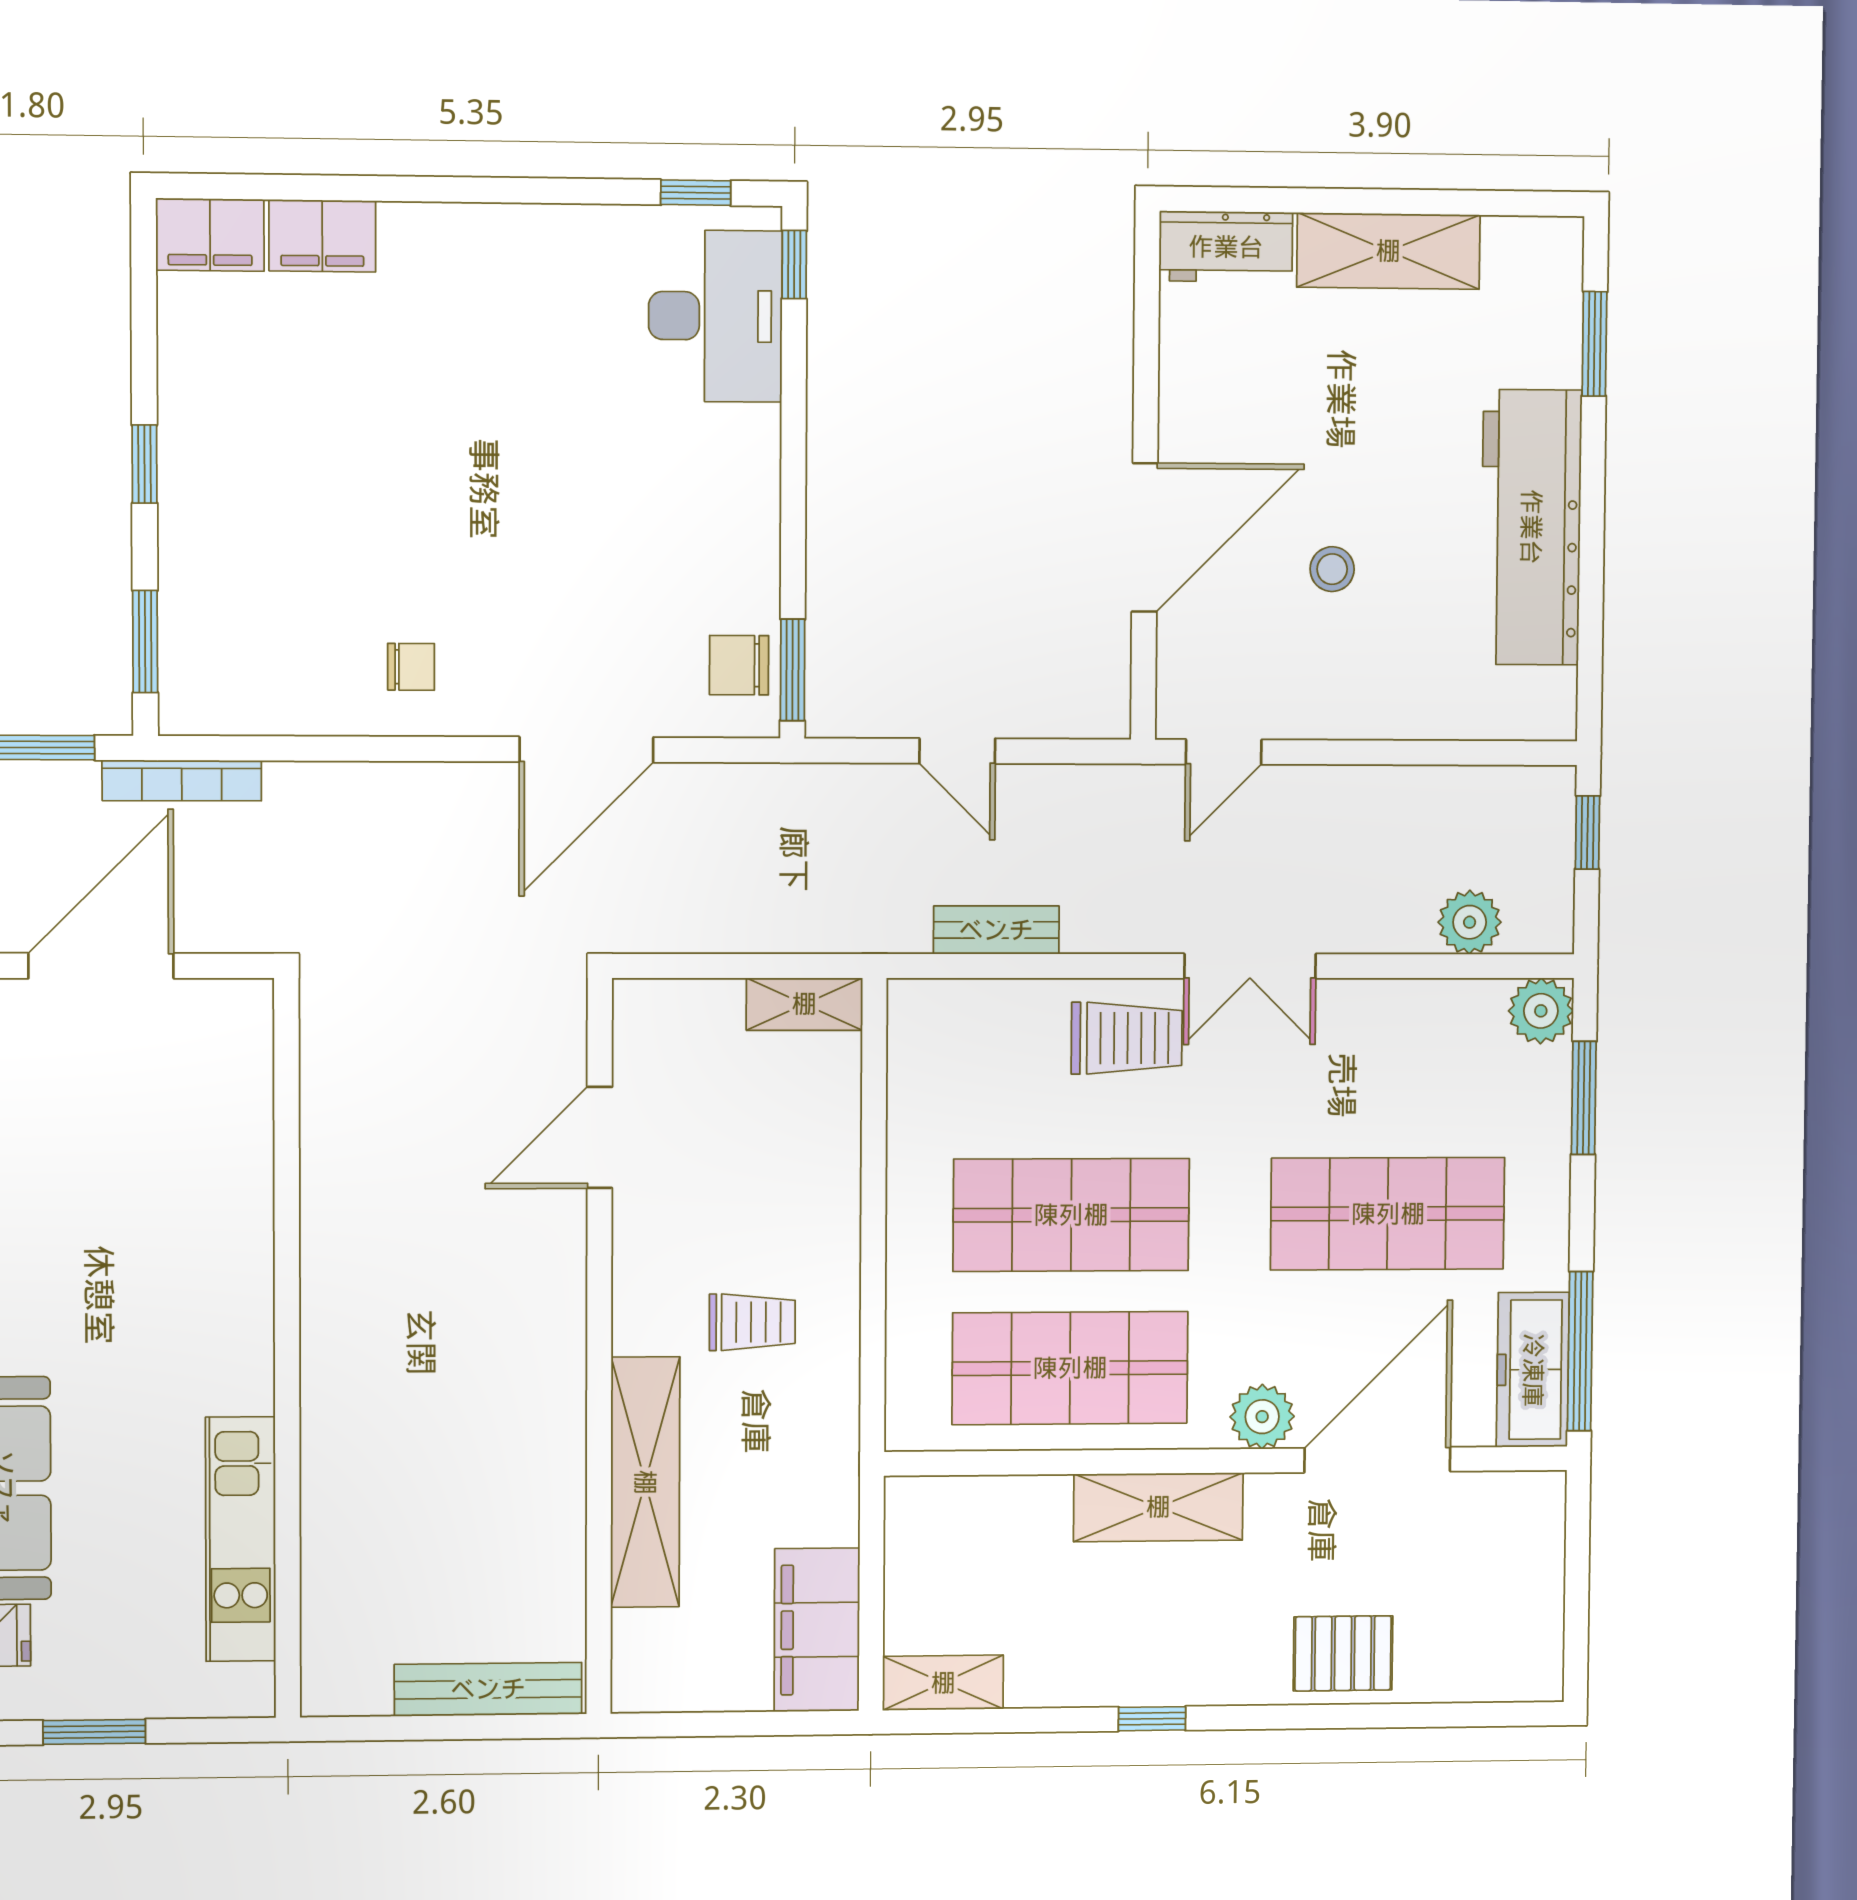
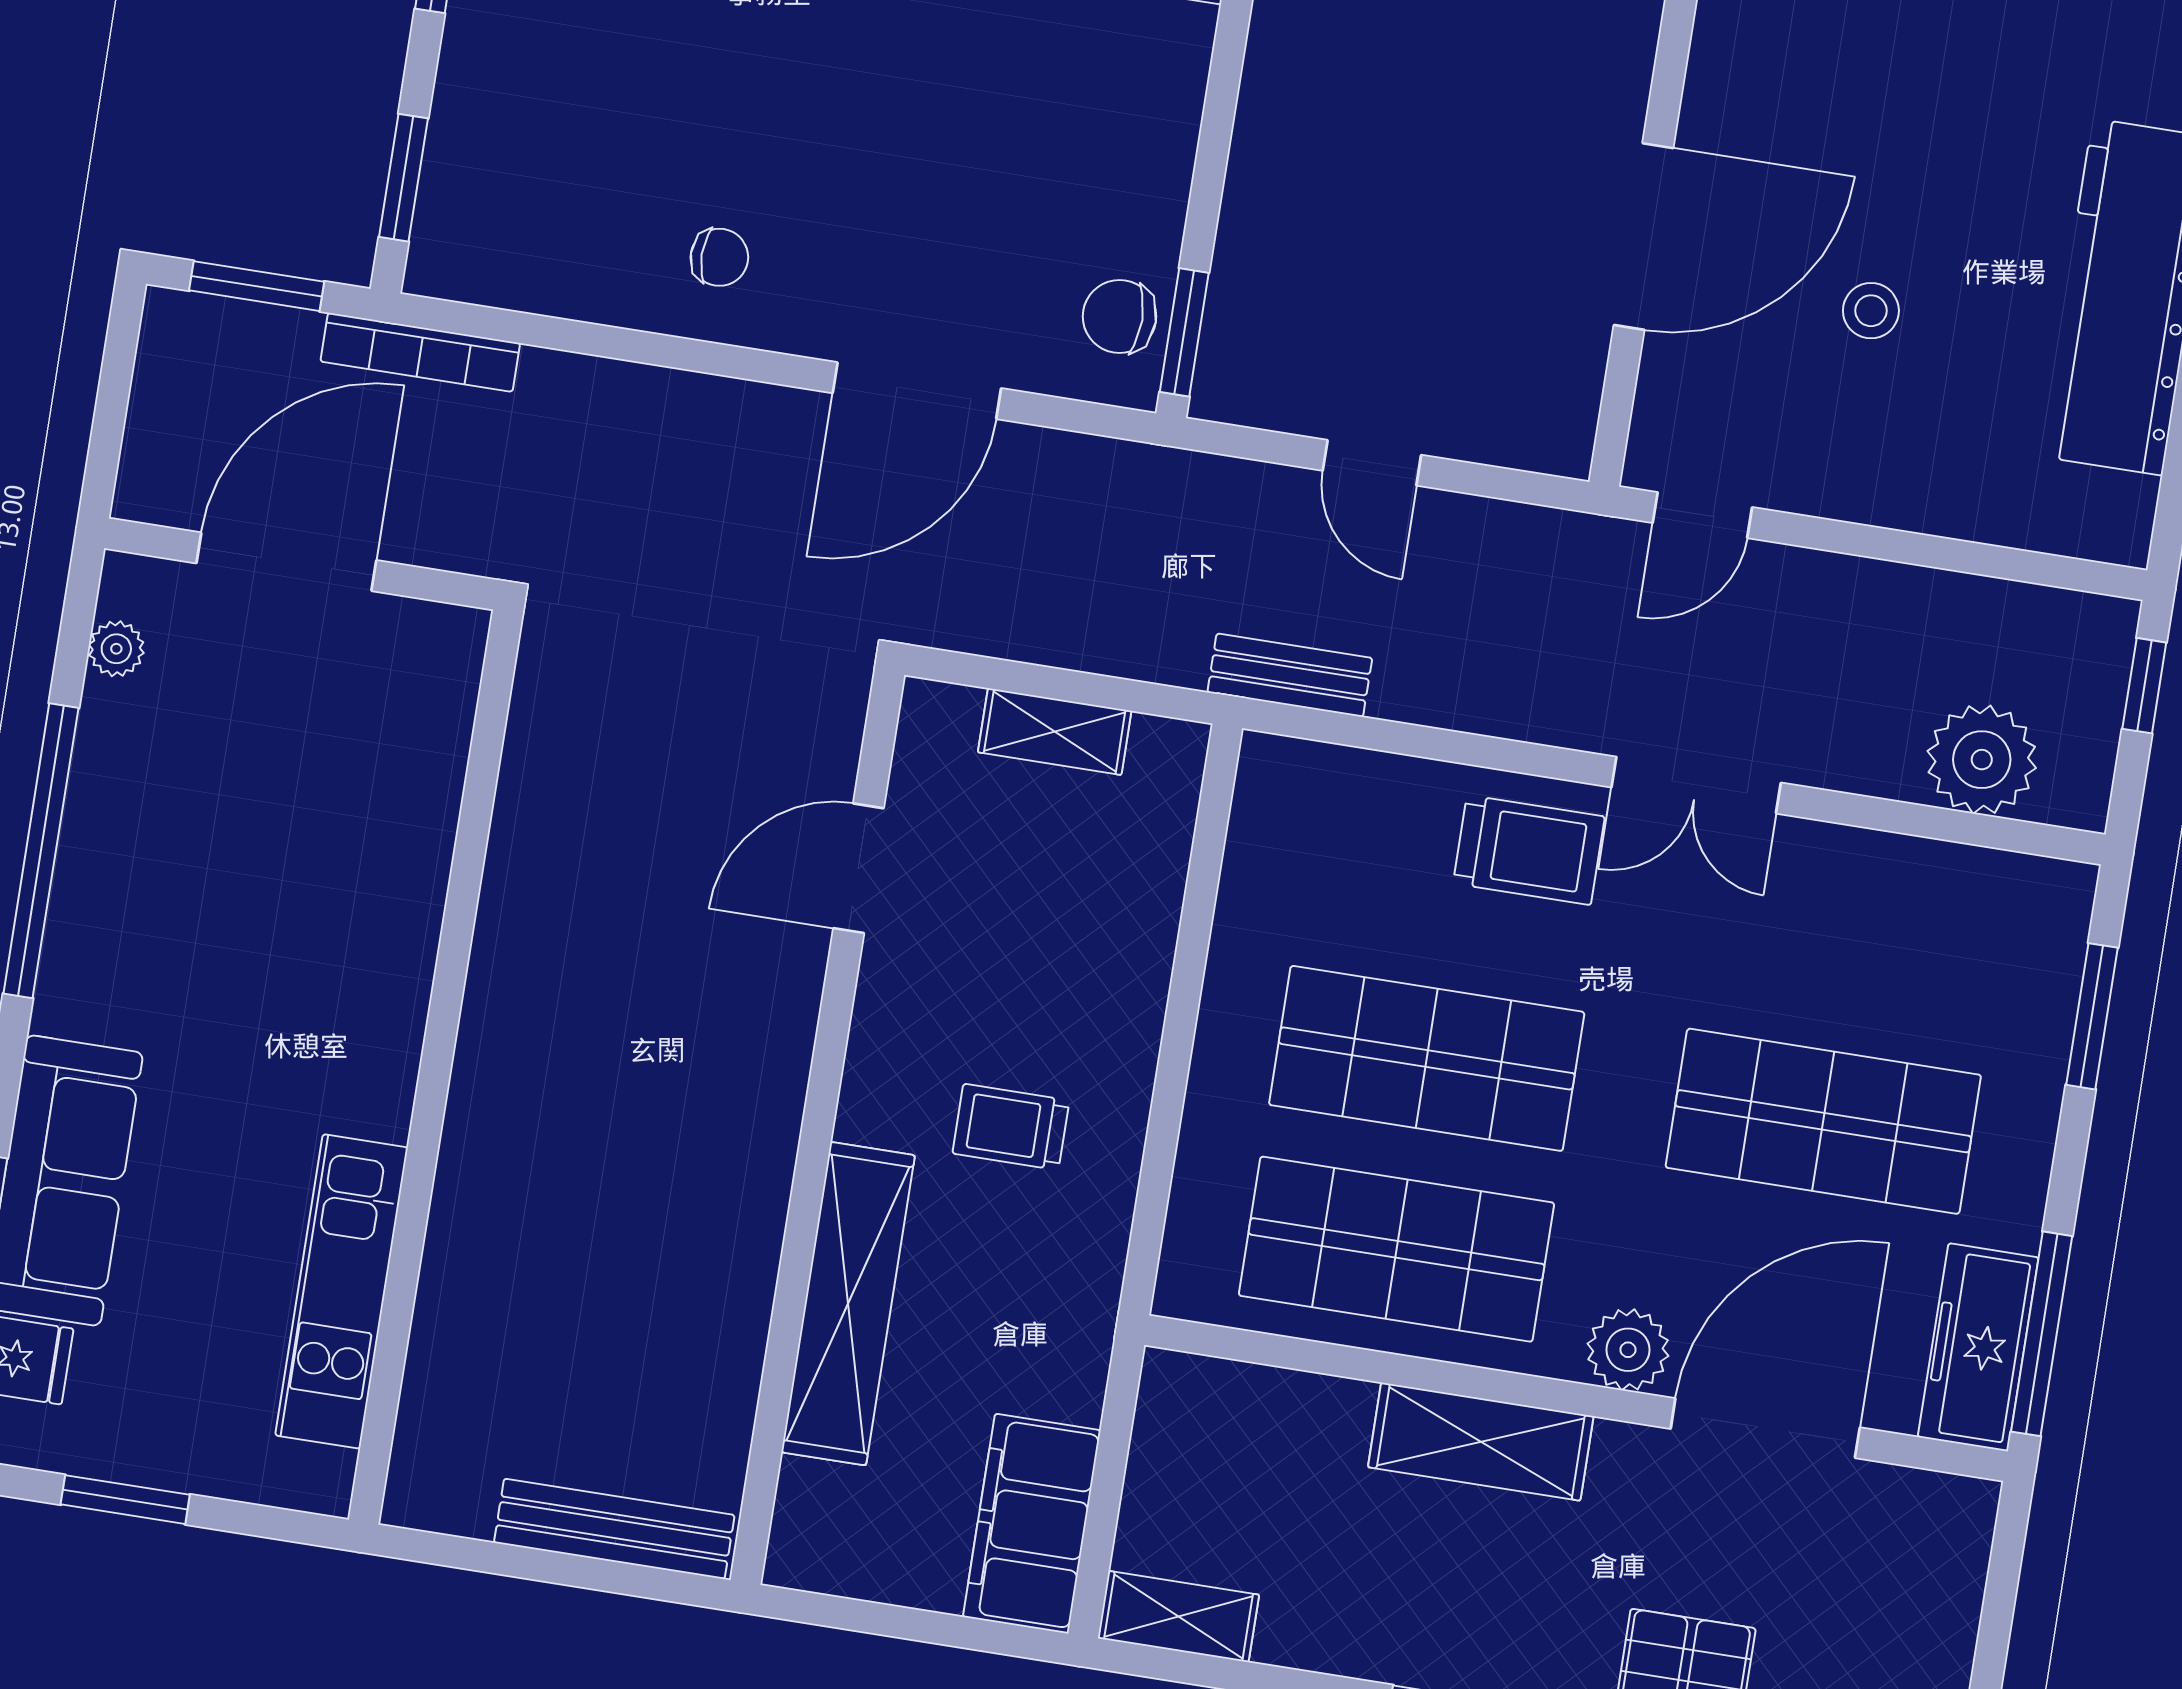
plant: (1470, 922) -> (1982, 760), width x1.36, depth x1.36
bench: (996, 930) -> (1290, 675), moved
shelving: (804, 1004) -> (1055, 732), moved
plant: (1541, 1011) -> (2053, 899), removed
trolley: (752, 1322) -> (1011, 1127), turned 180

